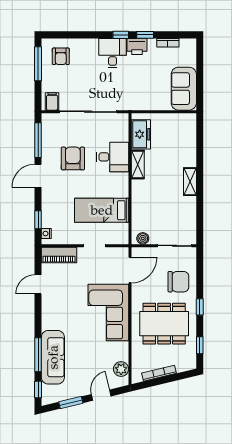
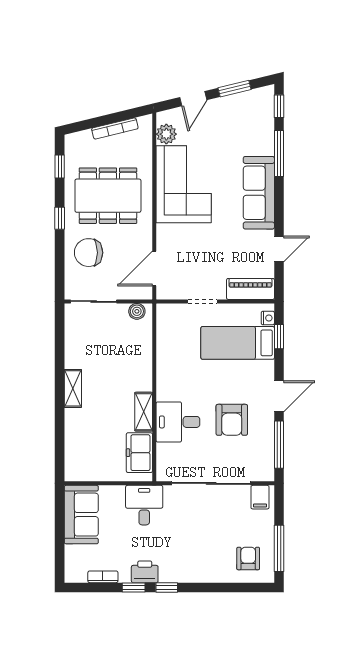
desk: (113, 53) -> (144, 505), moved, turned 180
bed: (102, 210) -> (238, 343), moved, turned 180
corner sofa: (108, 312) -> (184, 184), moved
sofa: (53, 357) -> (259, 193), moved

